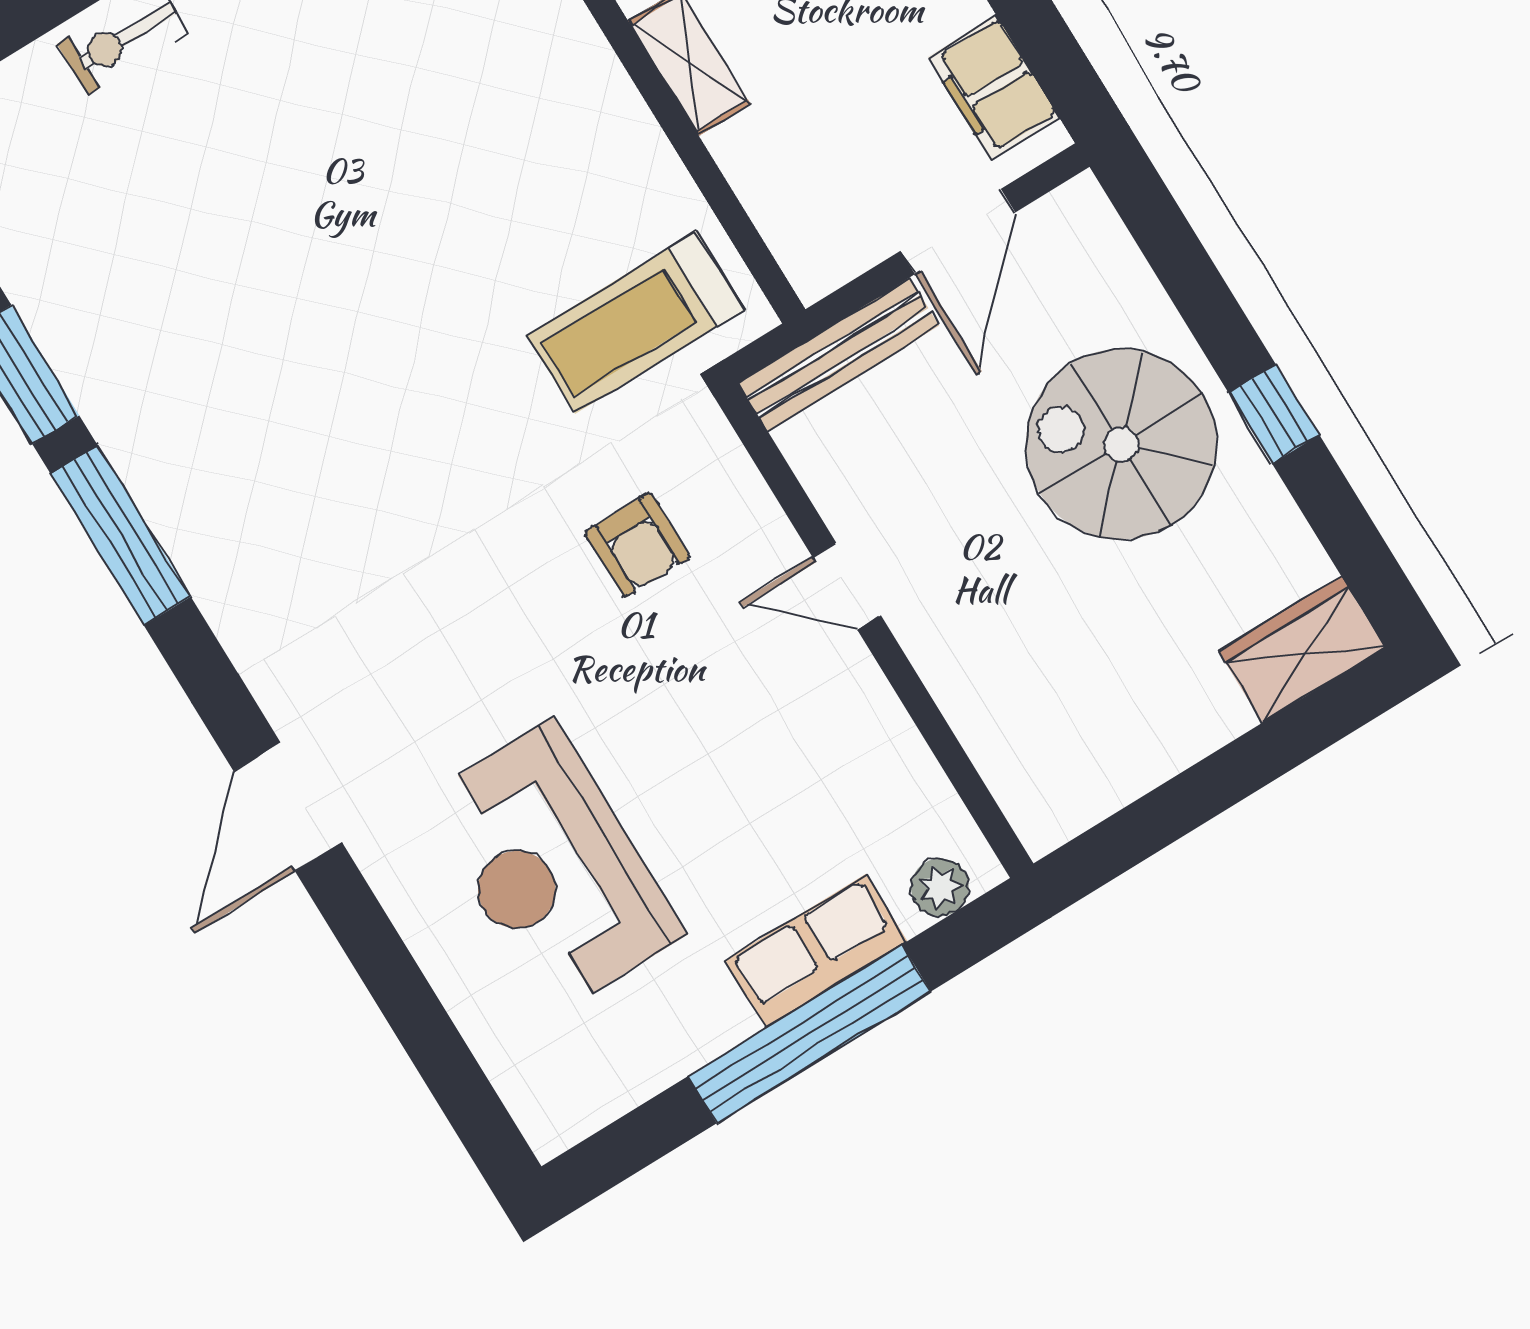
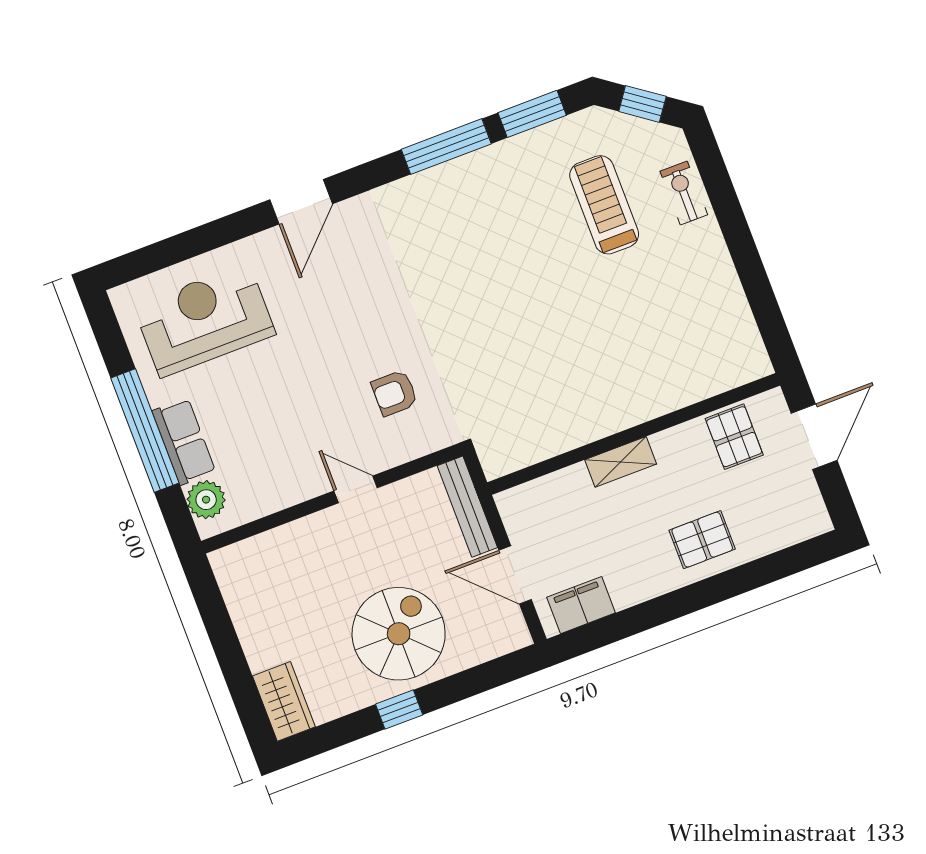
treadmill: (635, 323) -> (604, 205), moved
door: (847, 586) -> (356, 489), hinge flipped
door: (288, 807) -> (301, 202), swing flipped
reception desk: (552, 868) -> (204, 320), moved
plant: (940, 887) -> (206, 500), width x1.38, depth x1.38

